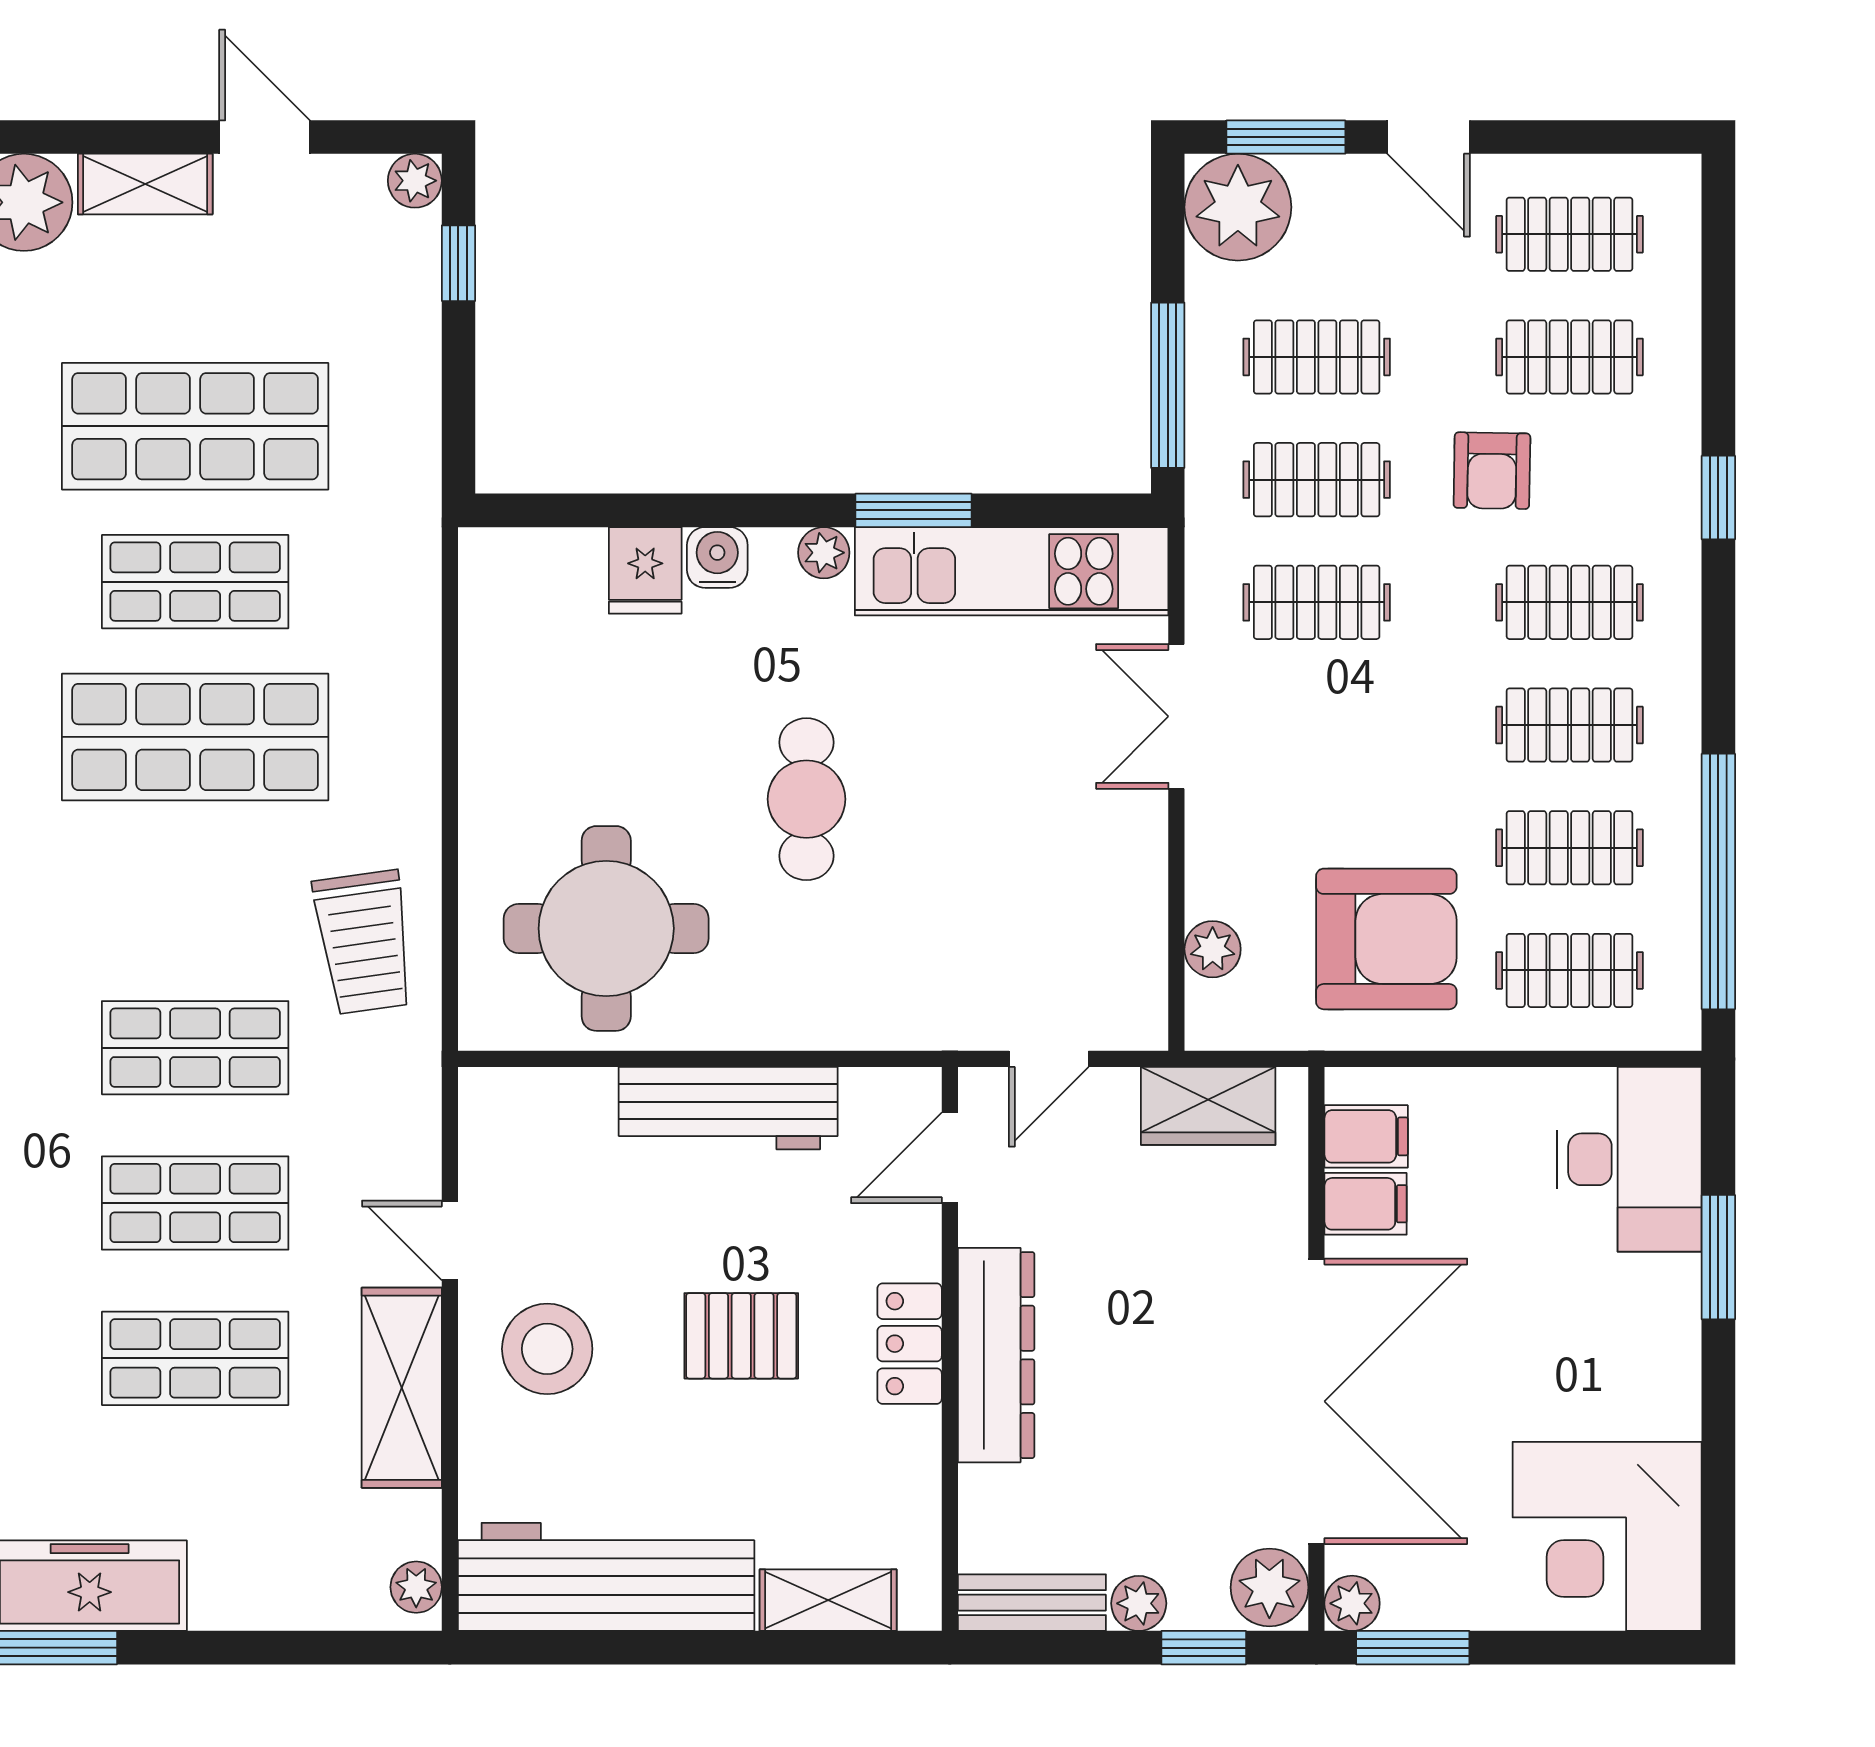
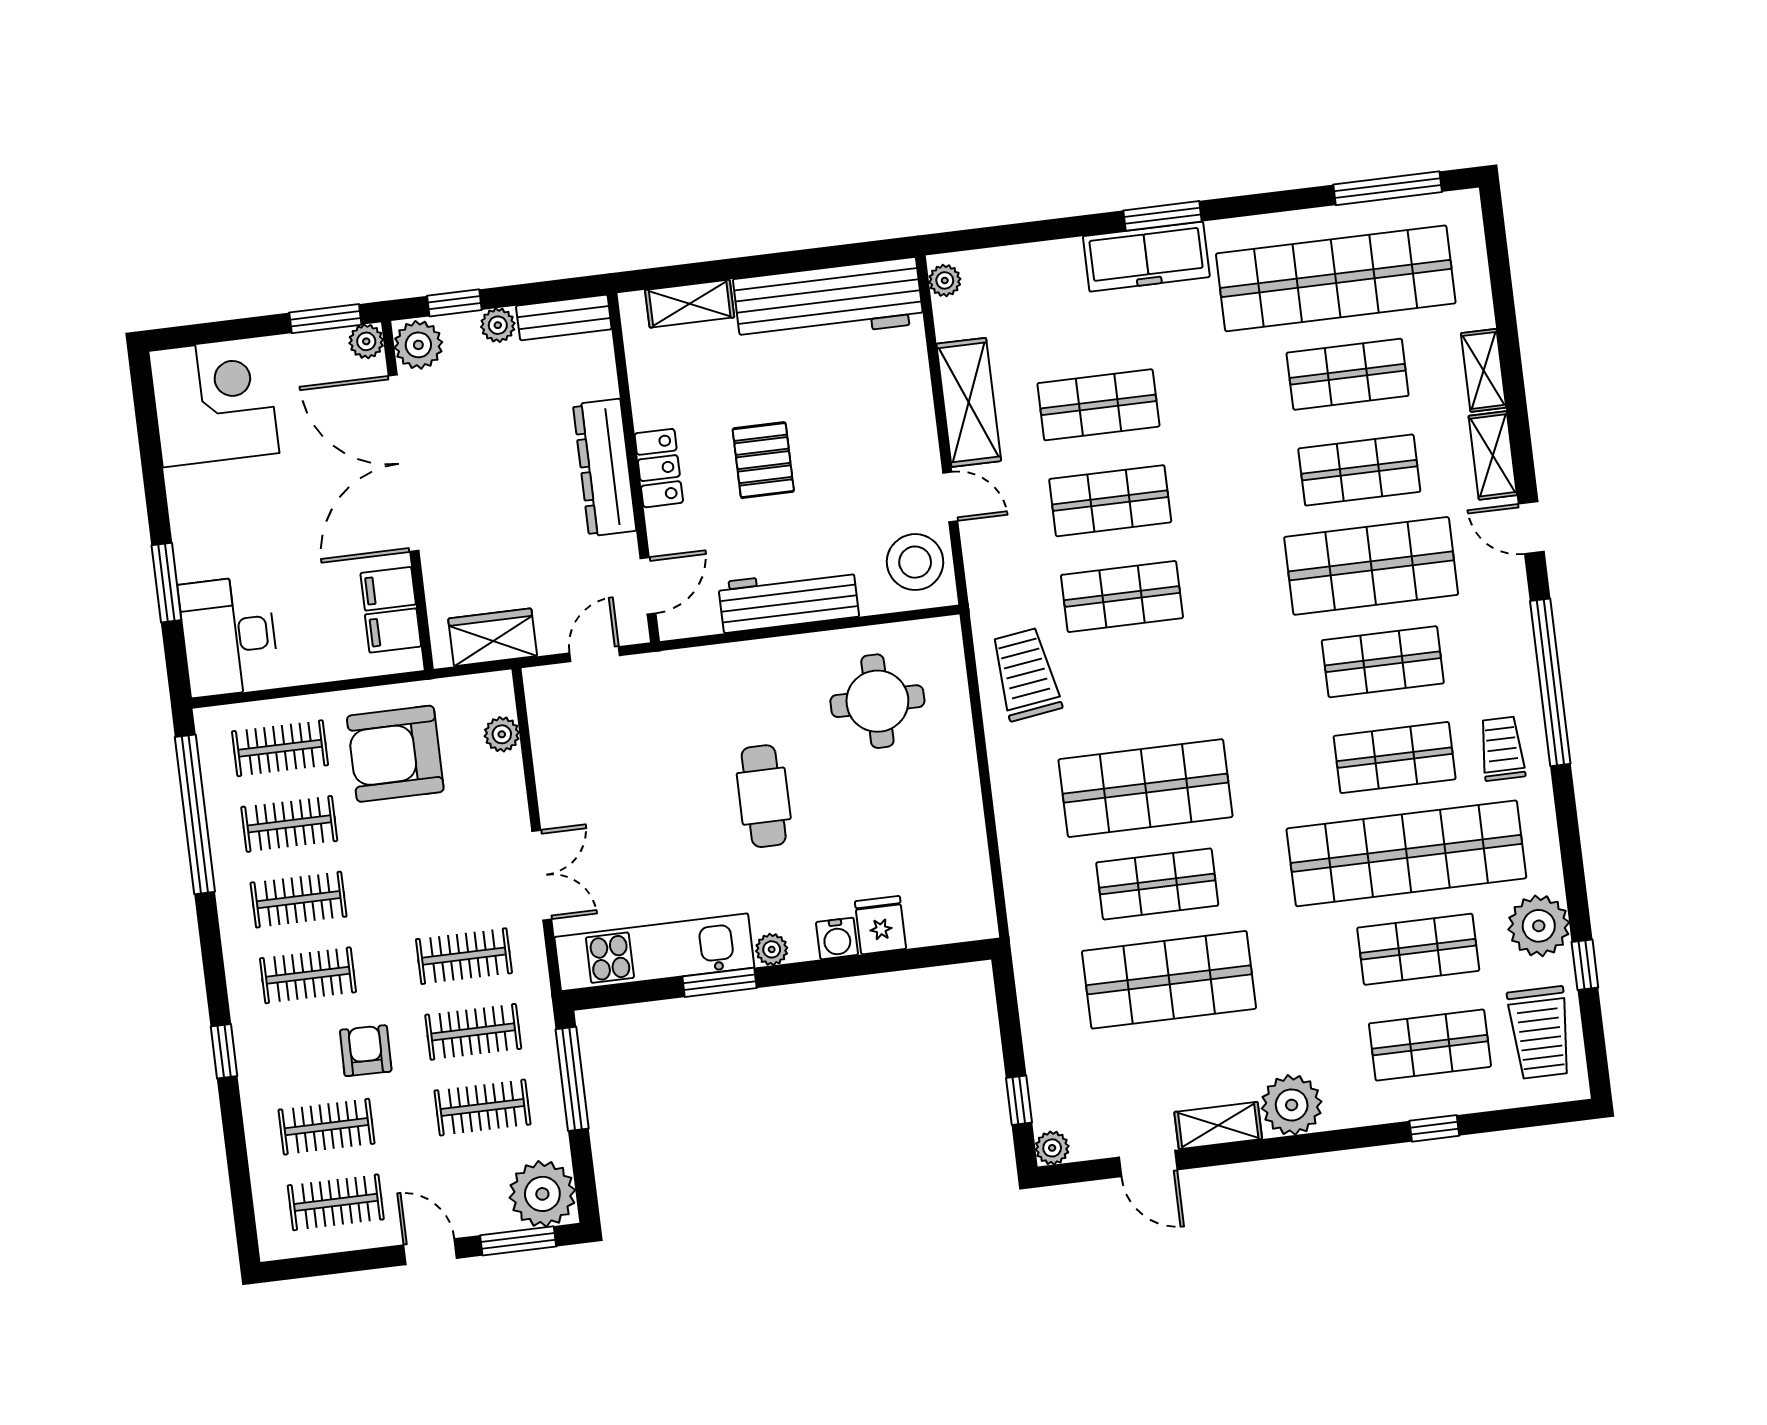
round table: (606, 928) -> (877, 701), width x0.73, depth x0.73
pallet: (741, 1336) -> (763, 460), turned 90
stool: (547, 1349) -> (915, 562), moved

